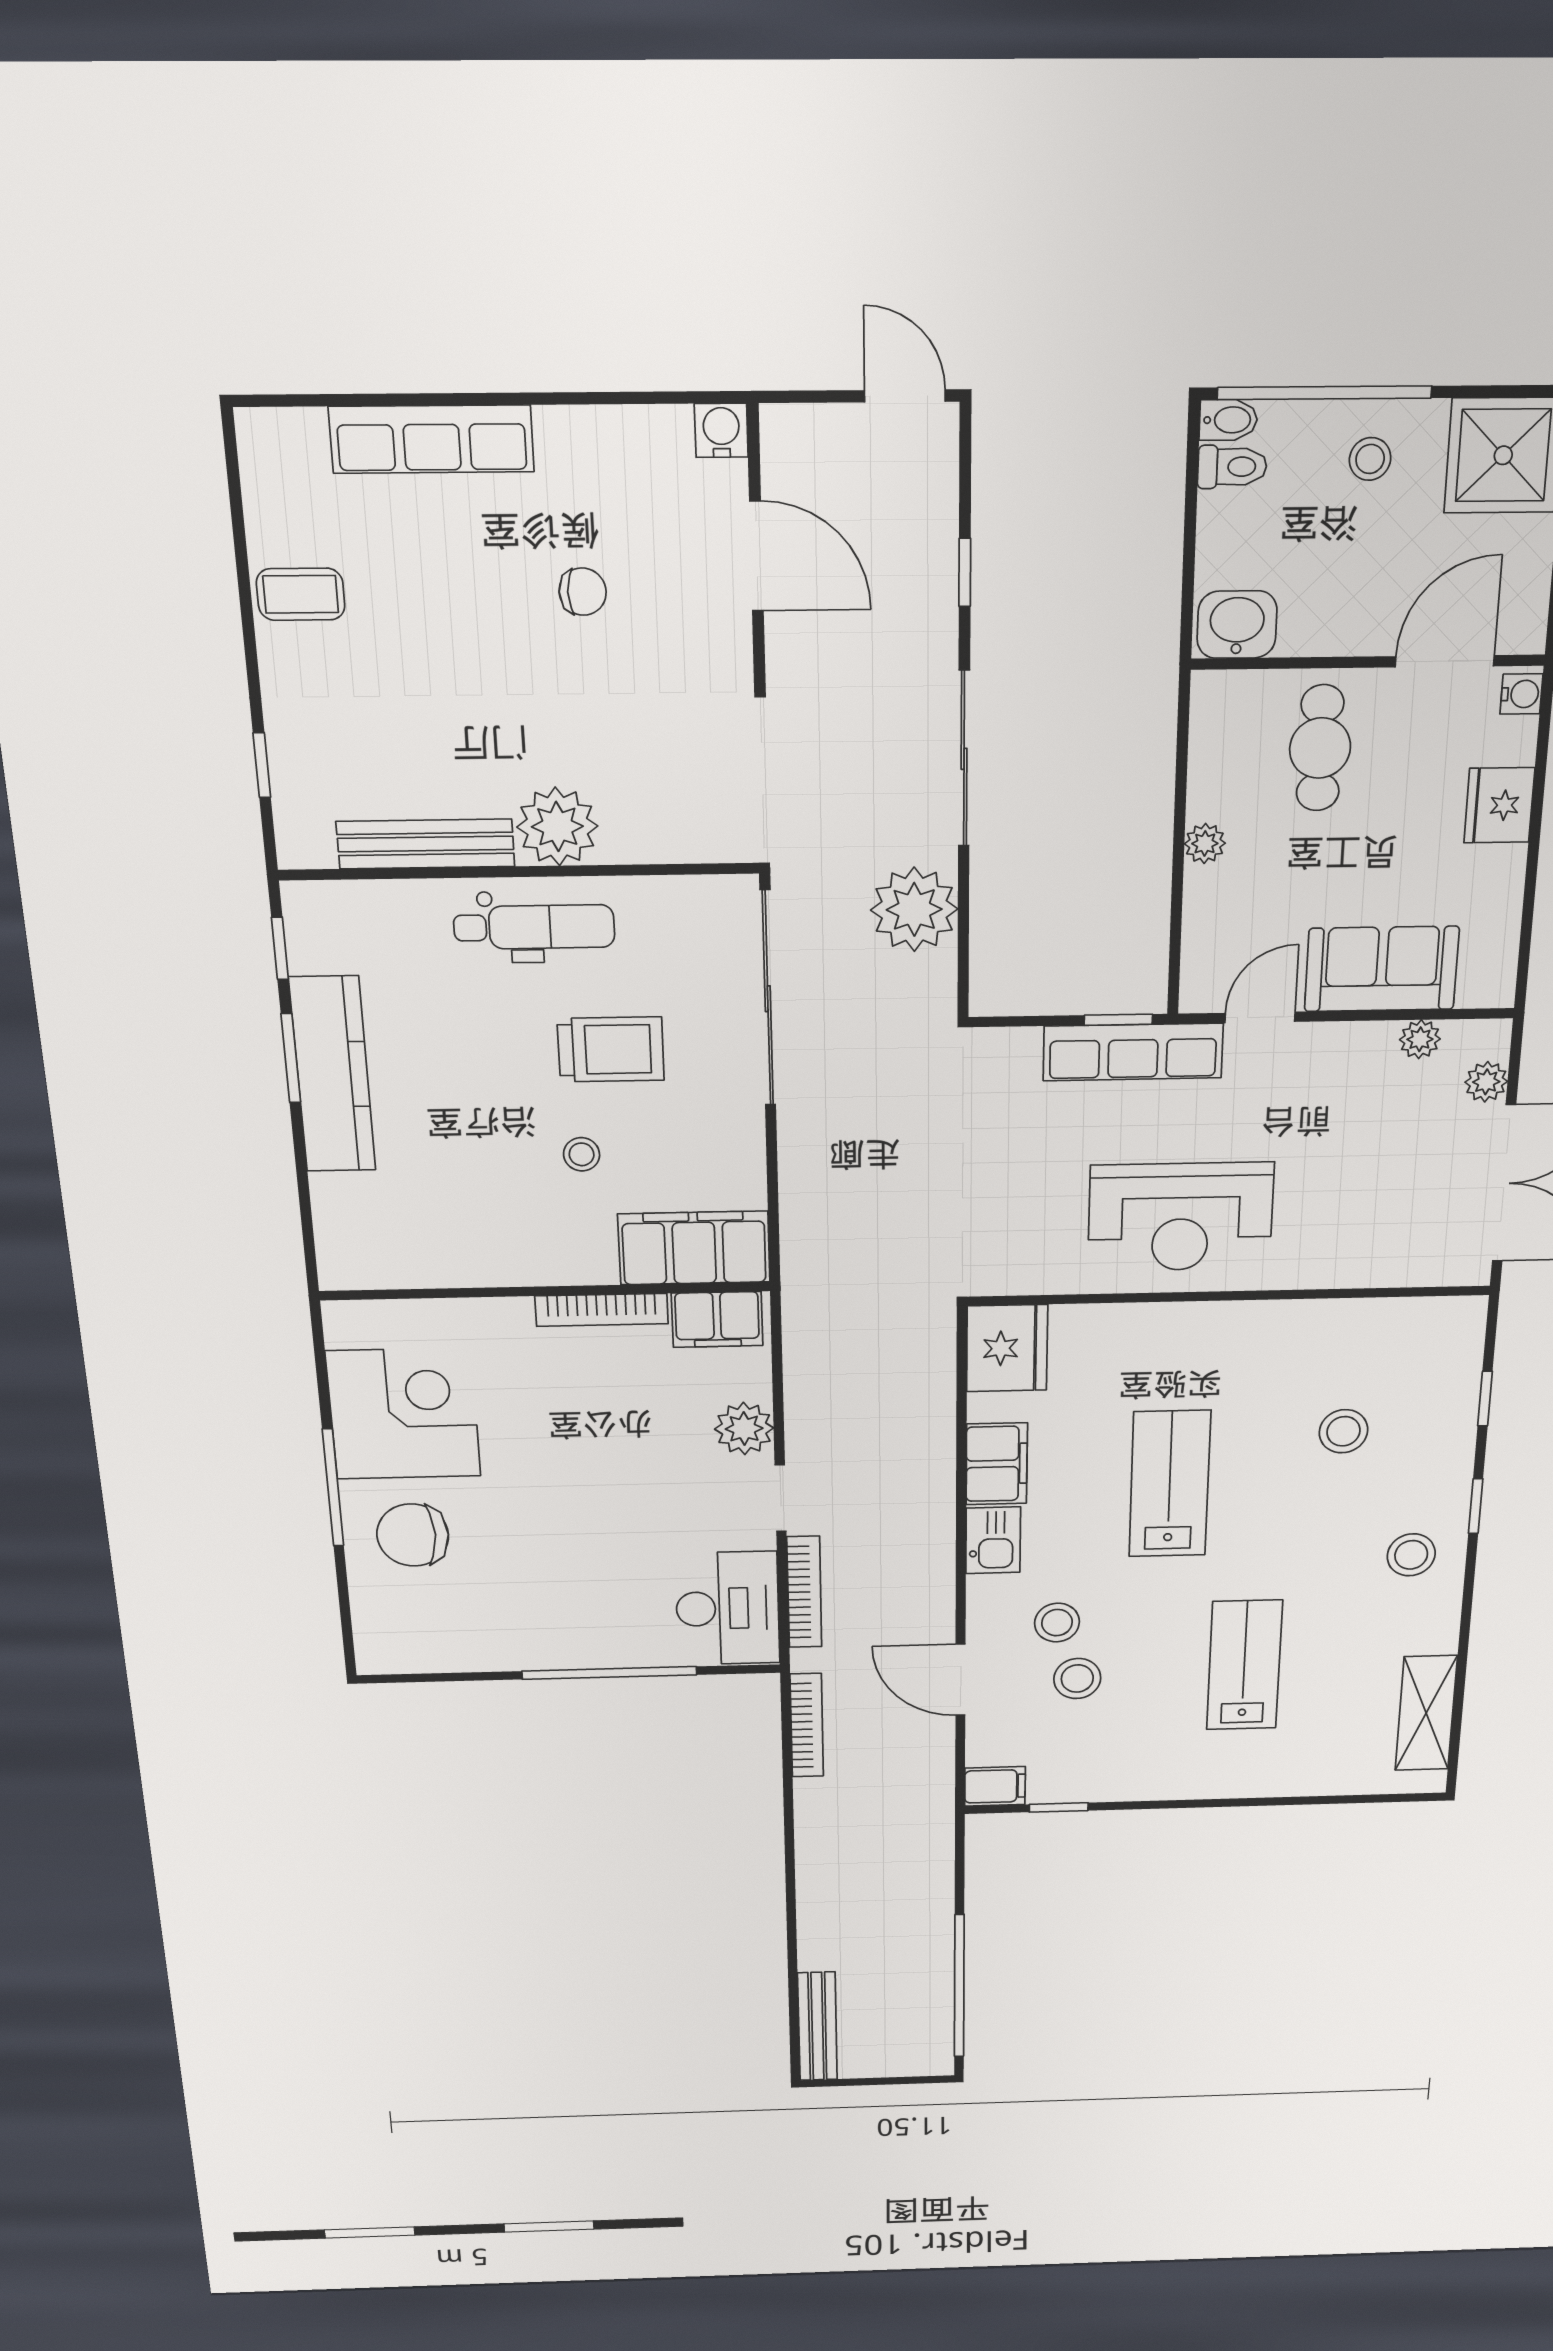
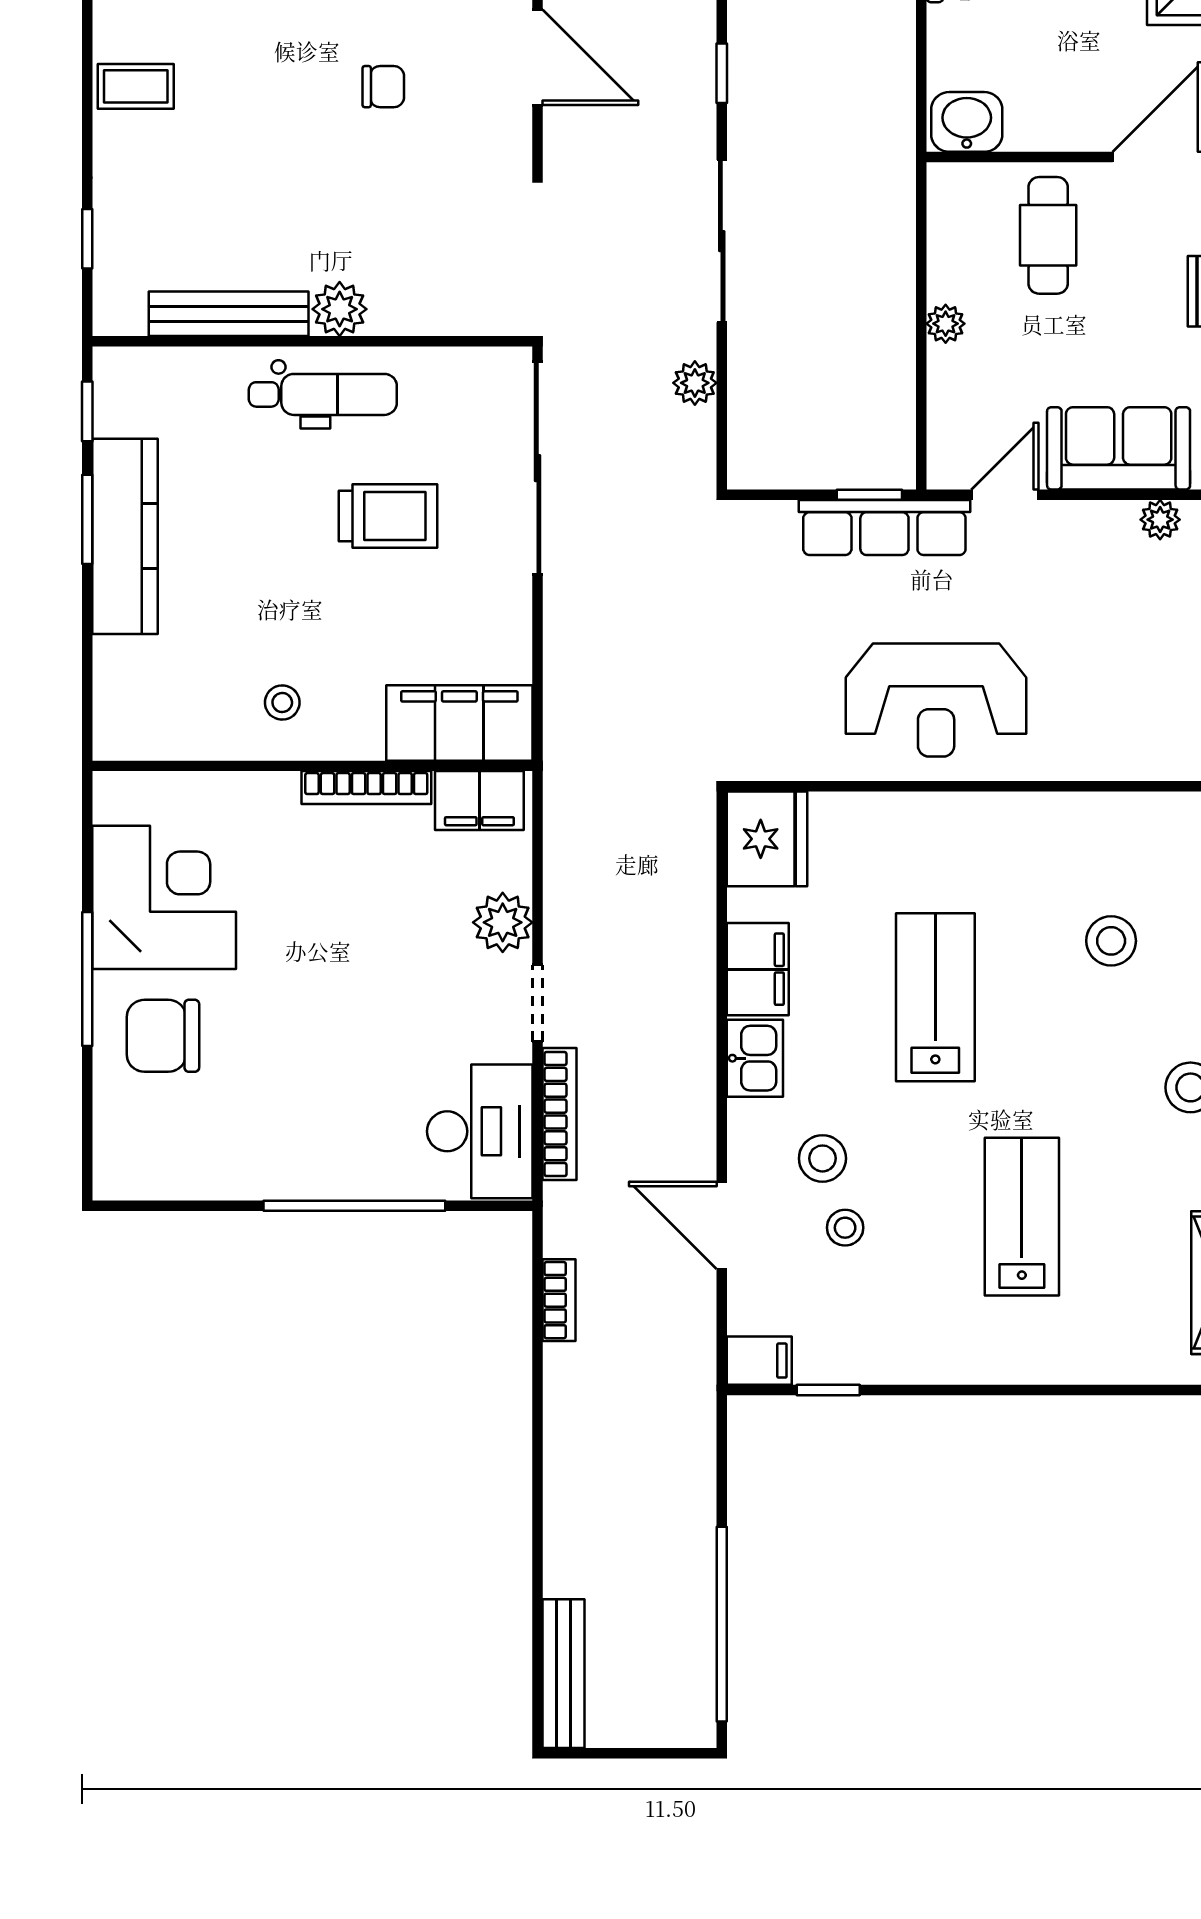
plant: (557, 826) -> (340, 309), width x0.73, depth x0.73
plant: (914, 909) -> (695, 383), width x0.53, depth x0.53
stool: (582, 1154) -> (282, 702), moved
stool: (1077, 1678) -> (845, 1228), width x0.73, depth x0.73
bookcase: (807, 1725) -> (559, 1300), width x0.64

